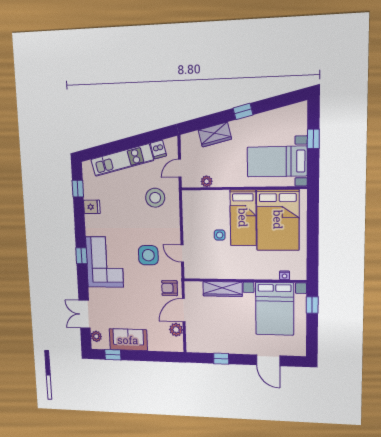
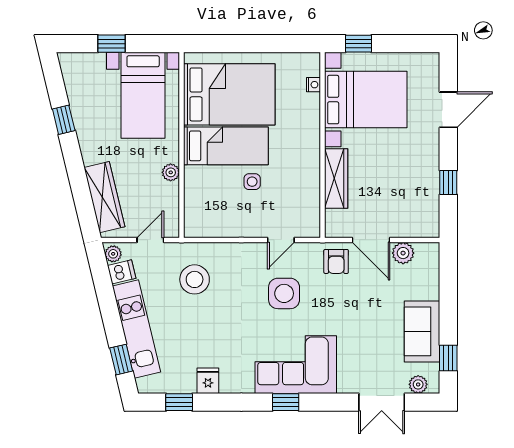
window: (243, 111) -> (64, 120), moved
wardrobe: (215, 135) -> (104, 197), width x1.50
plant: (170, 143) -> (113, 254), added
window: (102, 150) -> (121, 360), added
door: (180, 168) -> (150, 240), swing flipped
plant: (207, 181) -> (171, 172), moved

